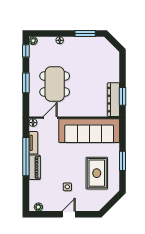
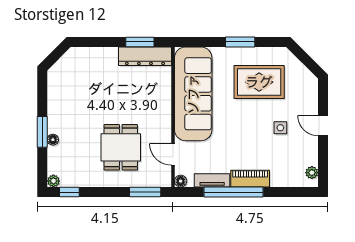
window: (85, 34) -> (42, 132), moved
window: (26, 83) -> (145, 192), moved
dining table: (55, 84) -> (121, 147), width x0.73

